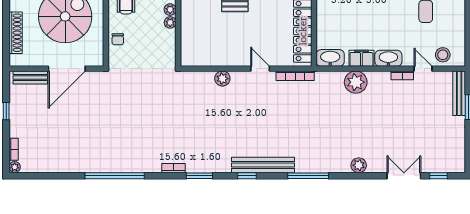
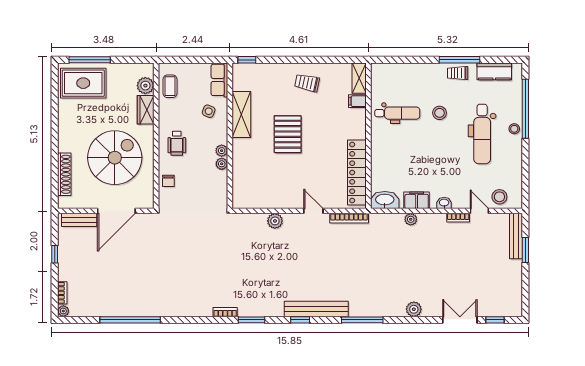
washbasin: (388, 58) -> (444, 203), width x0.52, depth x0.69
plant: (356, 82) -> (411, 219), width x0.53, depth x0.53
window: (115, 176) -> (130, 320), moved

